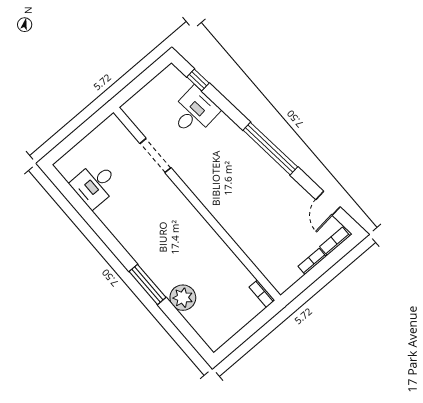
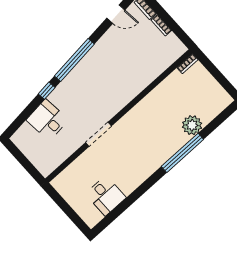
window: (198, 80) -> (47, 91), moved
doorway: (156, 156) -> (99, 134), moved
window: (147, 284) -> (182, 153), width x1.46

